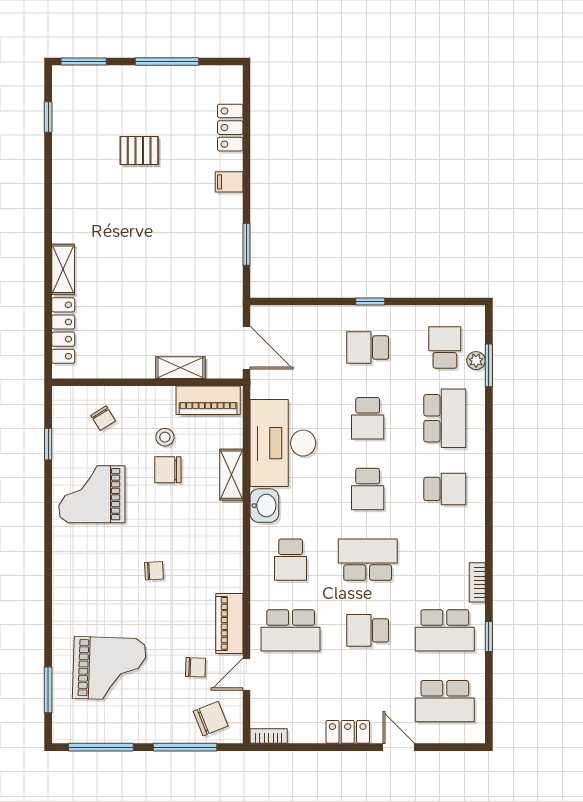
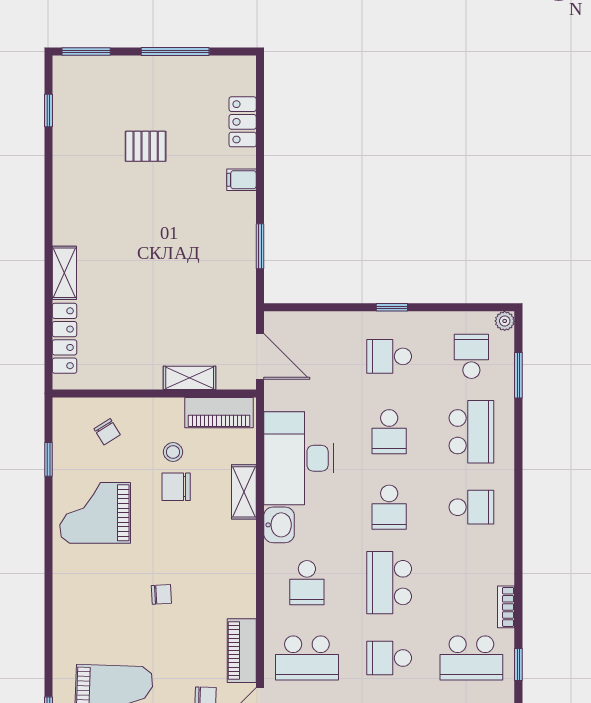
plant: (476, 361) -> (505, 321), moved
school desk: (368, 560) -> (389, 583), turned -90

